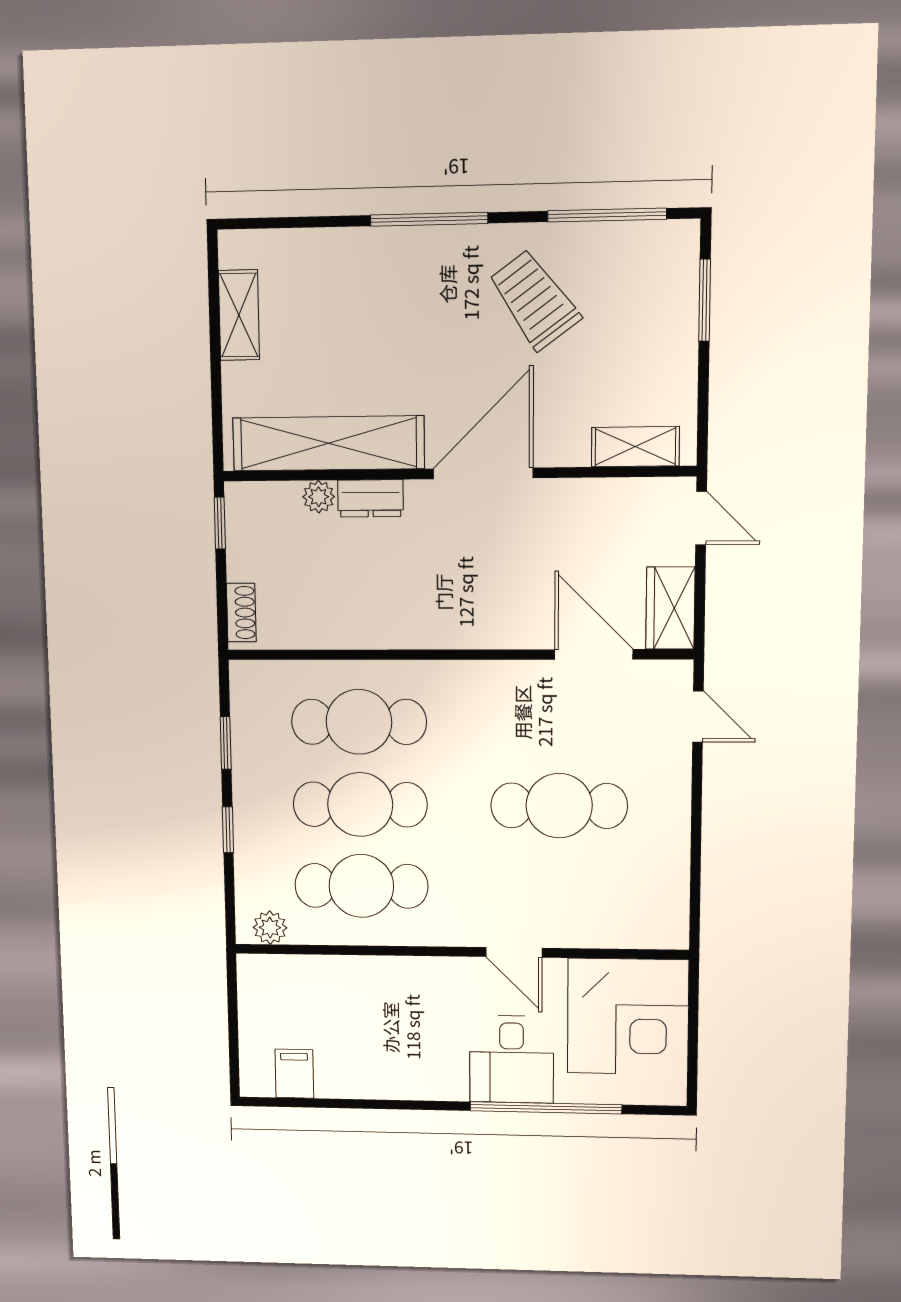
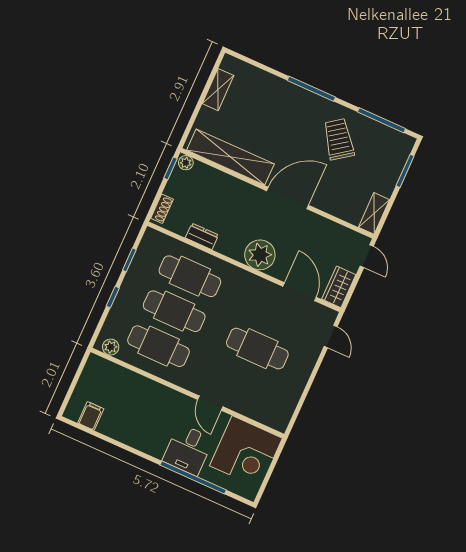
shelving: (635, 447) -> (374, 213), moved, turned 90
plant: (319, 497) -> (186, 163), moved
dresser: (370, 498) -> (202, 236), moved, turned 180
plant: (479, 616) -> (260, 255), added

